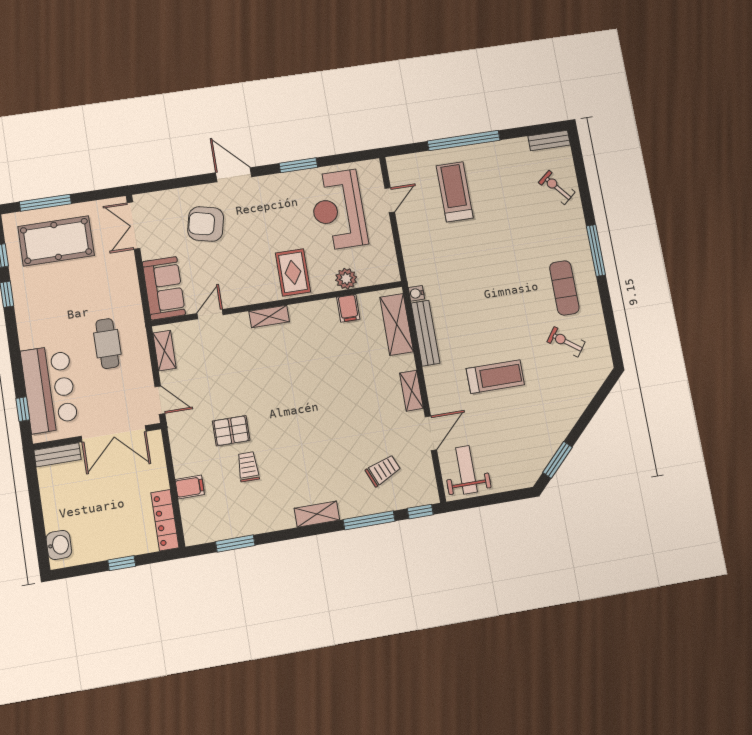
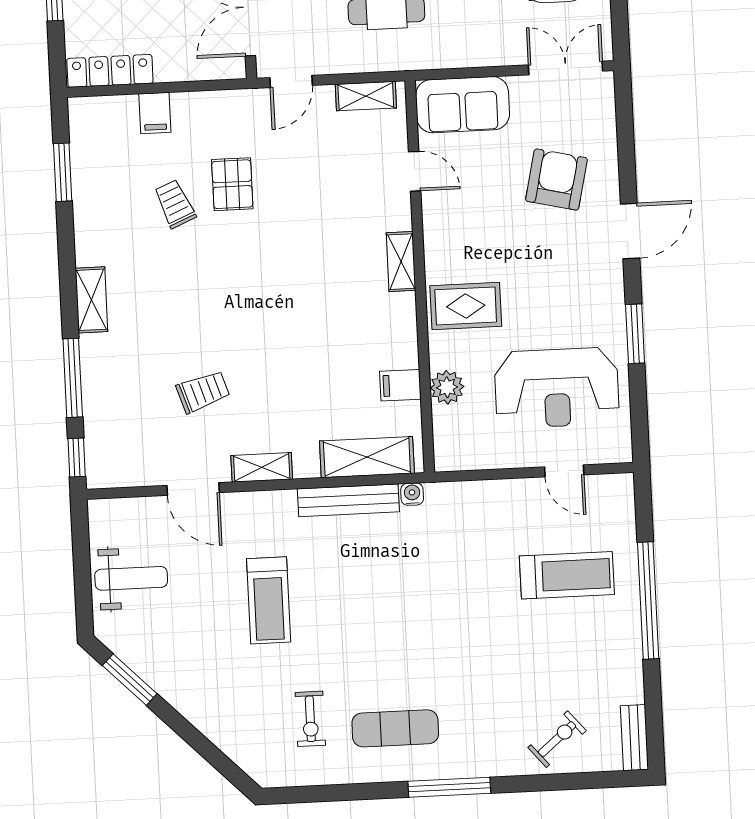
reception desk: (338, 210) -> (557, 388), turned 180
exercise bike: (566, 342) -> (310, 719), turned 144
trolley: (248, 467) -> (175, 204), turned -113
trolley: (383, 470) -> (203, 392), moved, turned -85
weight bench: (466, 470) -> (131, 578), moved

